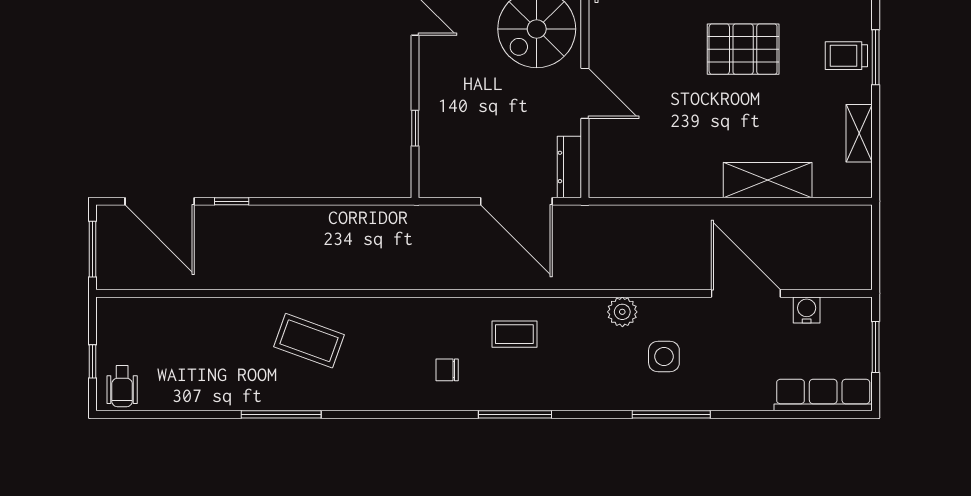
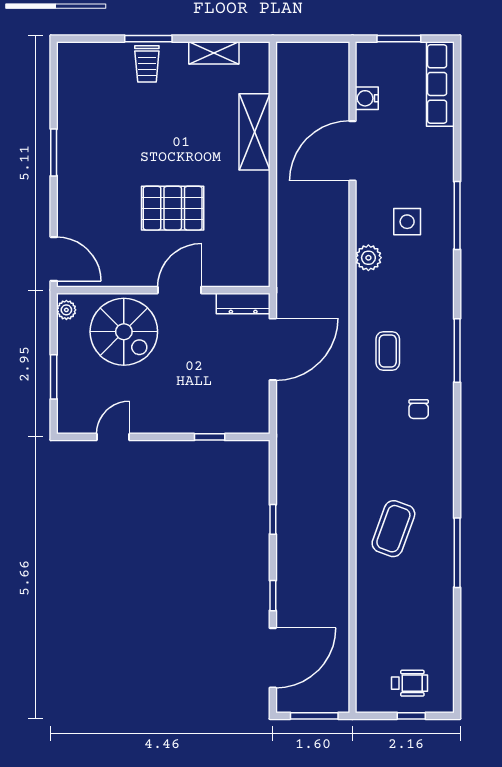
pallet: (743, 49) -> (173, 208), moved, turned 90
window: (320, 201) -> (273, 519), added
wheelchair: (122, 386) -> (410, 683), moved

